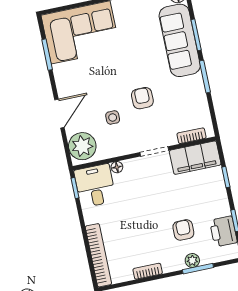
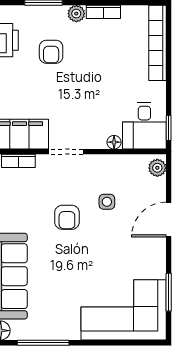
plant: (82, 146) -> (157, 168), width x0.53, depth x0.53
plant: (192, 260) -> (76, 14), moved

